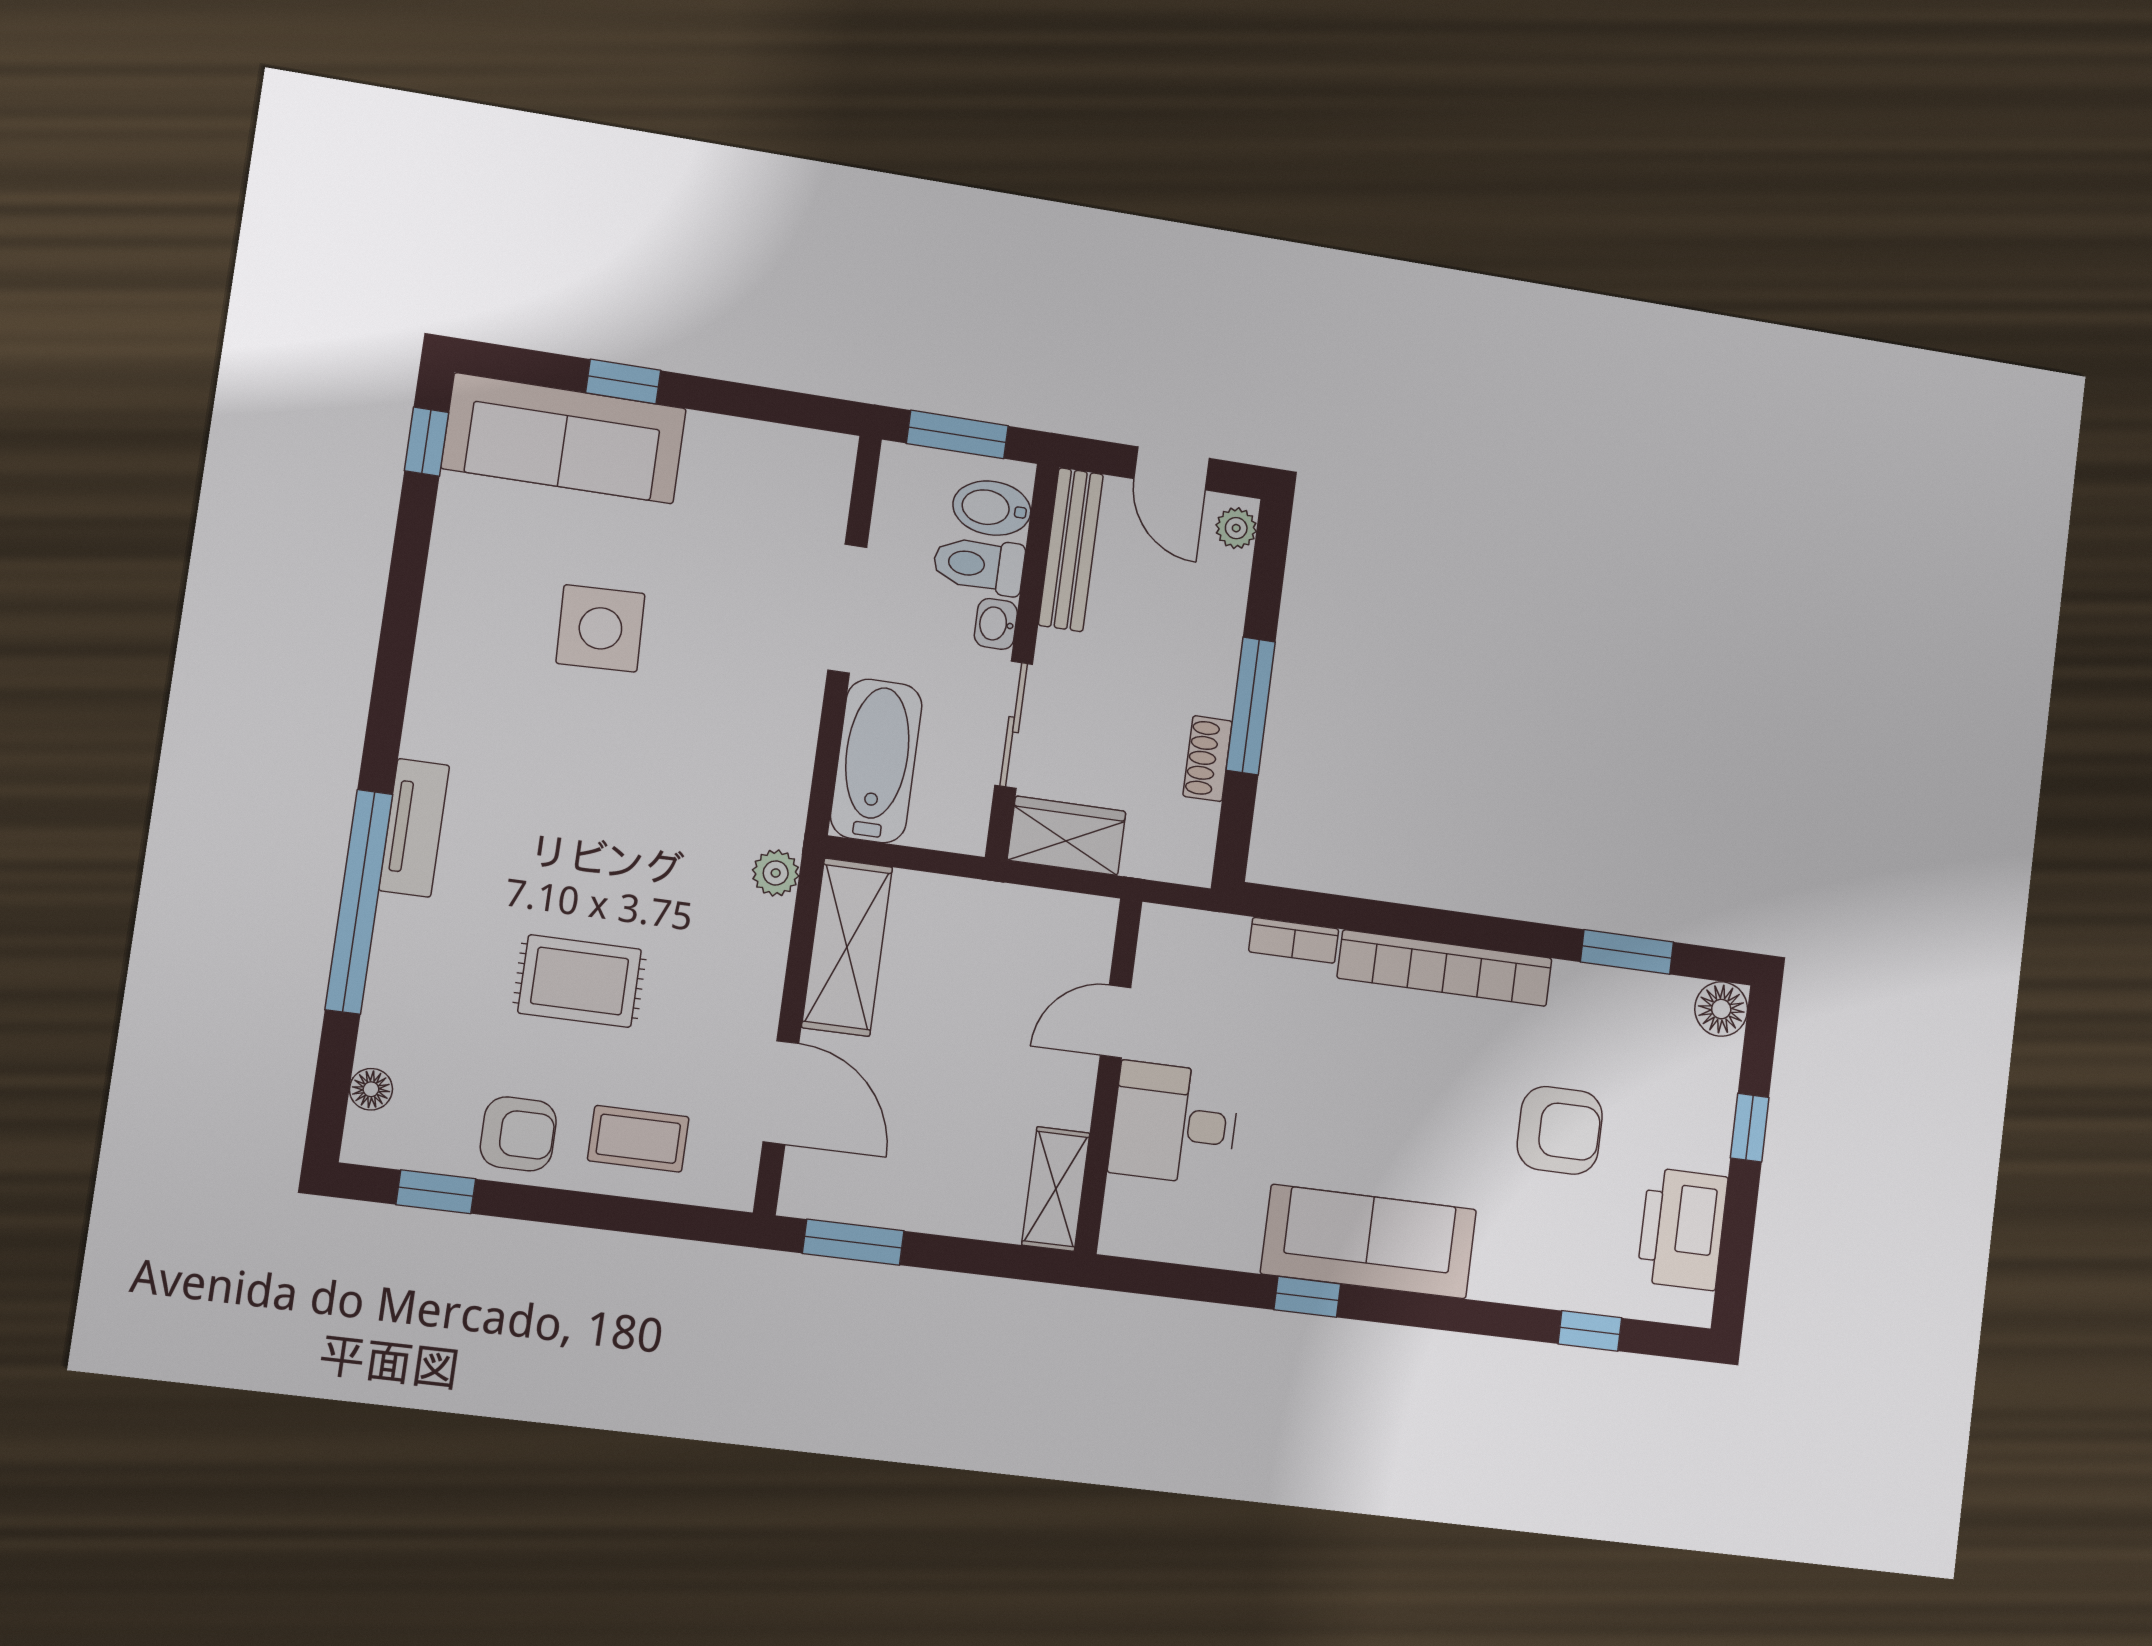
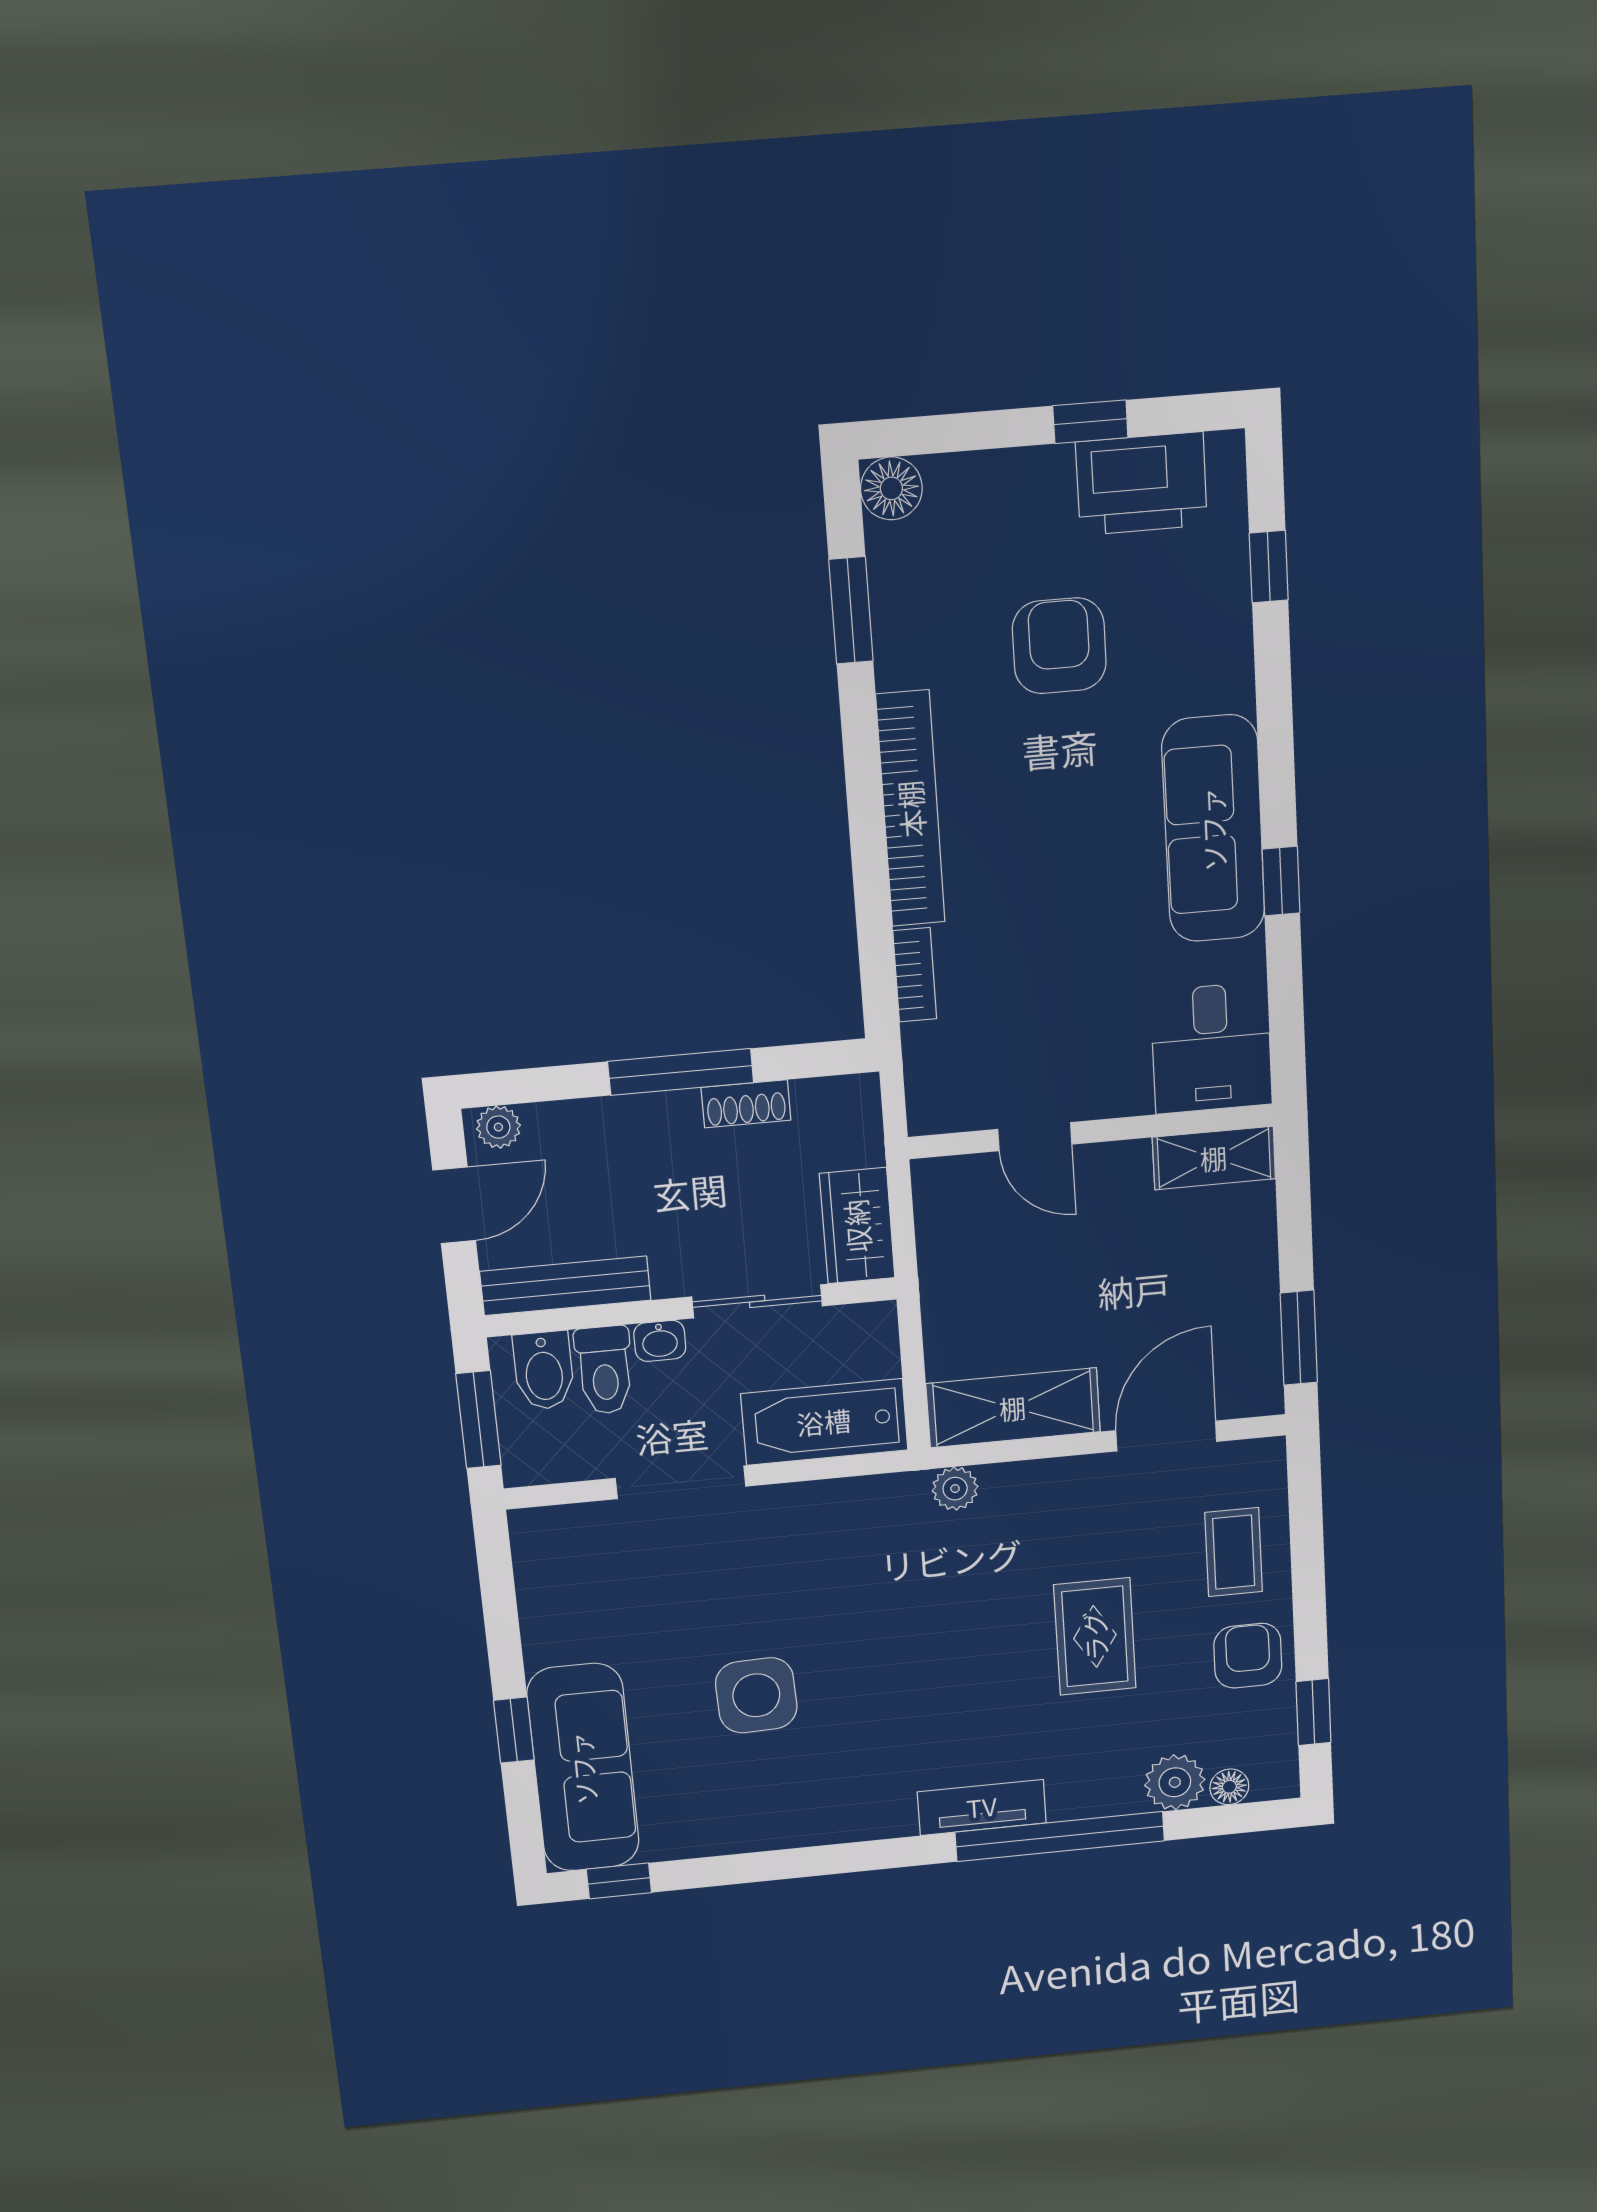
plant: (391, 1033) -> (1175, 1782), added
desk: (1174, 1123) -> (1211, 1048), moved
window: (1750, 1128) -> (1090, 422), moved

